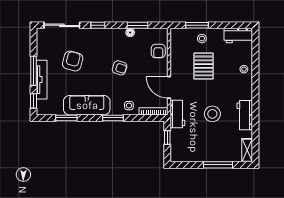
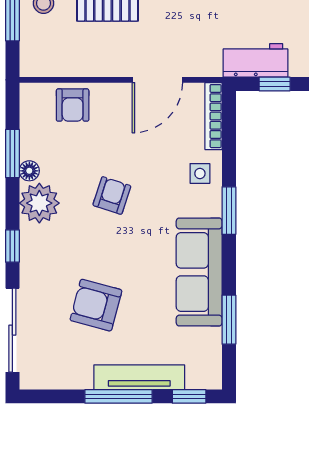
plant: (116, 37) -> (39, 203), added
armchair: (158, 51) -> (73, 105), turned 90
workbench: (177, 114) -> (255, 60), moved

